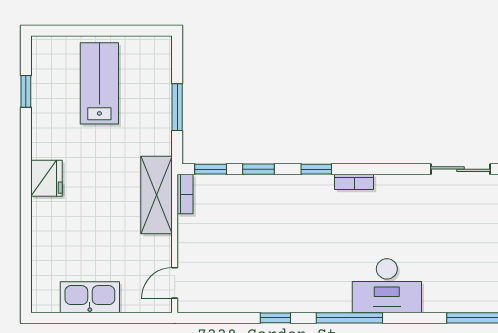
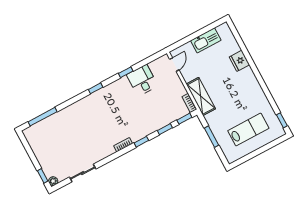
lab bench: (99, 83) -> (248, 129), turned -90
window: (26, 91) -> (282, 120), moved
fridge: (47, 178) -> (239, 61), moved
desk: (387, 286) -> (142, 80), moved, width x0.73
window: (349, 318) -> (96, 88), width x0.46

